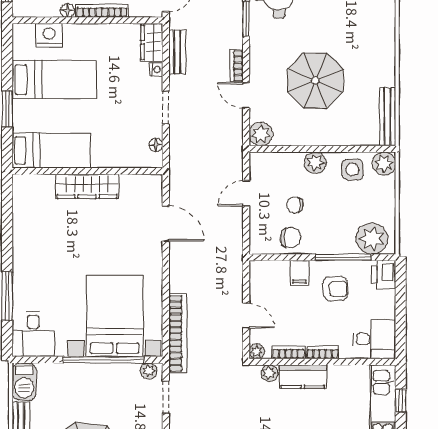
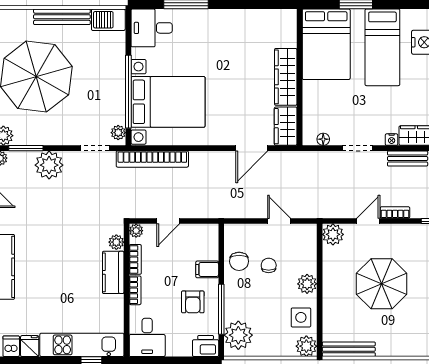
bed: (51, 150) -> (326, 44), width x1.50
wardrobe: (142, 186) -> (286, 126), added

